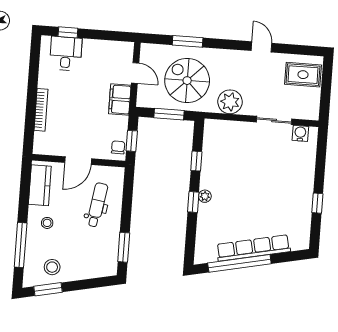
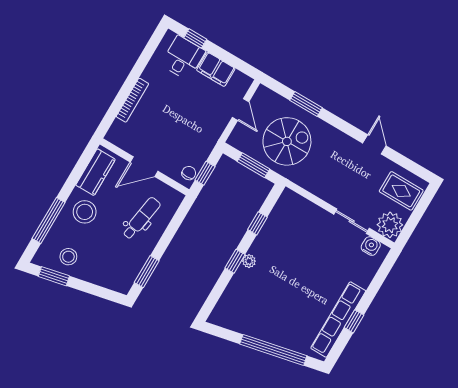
spiral stairs: (187, 81) -> (287, 141), turned 90
filing cabinet: (120, 99) -> (216, 69), moved, turned -90
plant: (230, 102) -> (390, 225), moved
stool: (47, 223) -> (85, 212), width x1.89, depth x1.89
row of seats: (253, 248) -> (338, 320), moved, turned -78
window: (239, 263) -> (273, 350), moved

